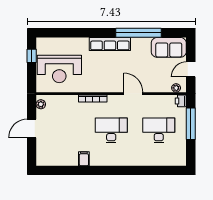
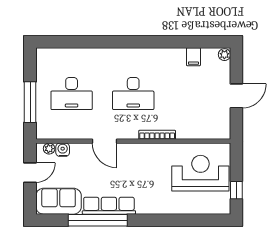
row of seats: (110, 44) -> (109, 206), moved
water cooler: (166, 87) -> (63, 150), added
printer: (181, 101) -> (43, 132), removed
plant: (41, 104) -> (224, 55), moved
filing cabinet: (84, 159) -> (193, 57), moved

